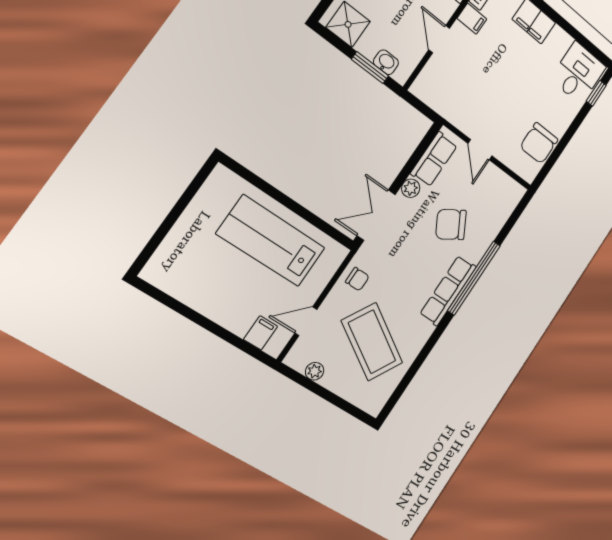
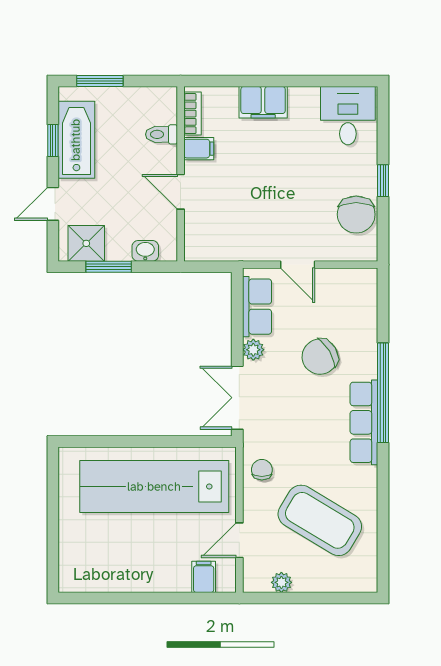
window: (370, 68) -> (109, 267), moved
window: (596, 93) -> (383, 181), moved
lab bench: (271, 241) -> (154, 487), width x1.36
chair: (357, 279) -> (262, 470), turned -90

